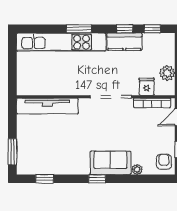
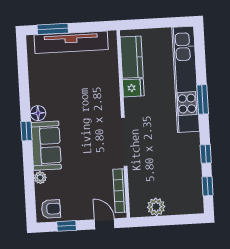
kitchen counter: (124, 42) -> (132, 57), moved, turned 180
fridge: (147, 87) -> (133, 88), moved
tv unit: (47, 106) -> (71, 42), moved, turned -90
floor lamp: (83, 168) -> (38, 113), added
window: (45, 179) -> (23, 69), removed

